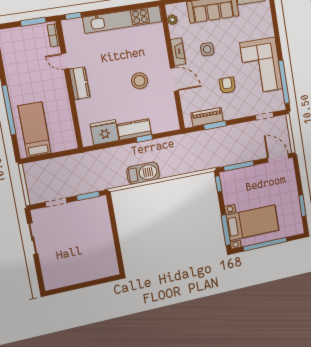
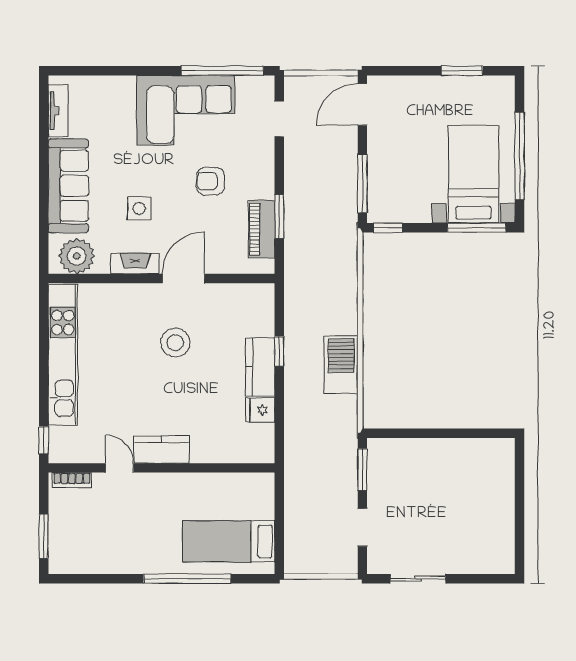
plant: (172, 20) -> (77, 256), width x1.88, depth x1.88
window: (33, 22) -> (44, 536), moved
door: (65, 61) -> (120, 468), swing flipped
fridge: (105, 132) -> (260, 410), width x0.53, depth x0.75

